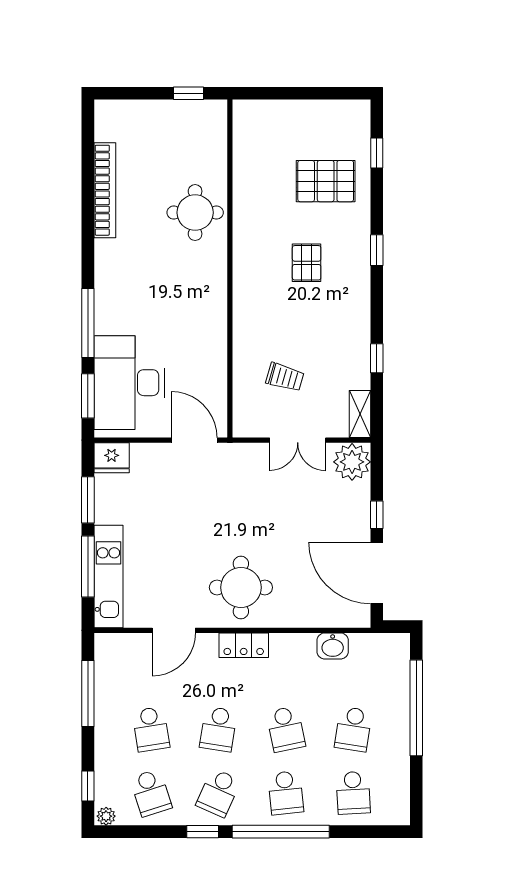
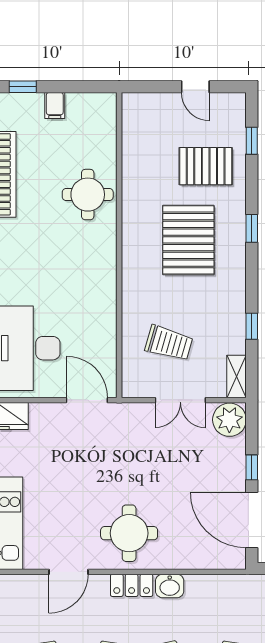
window: (188, 93) -> (23, 87), moved
door: (314, 93) -> (195, 87), added
filing cabinet: (159, 114) -> (55, 106), added
pallet: (307, 263) -> (188, 240), width x2.05, depth x2.00
trolley: (285, 377) -> (169, 343), width x1.36, depth x1.39
washbasin: (333, 646) -> (170, 586), moved

